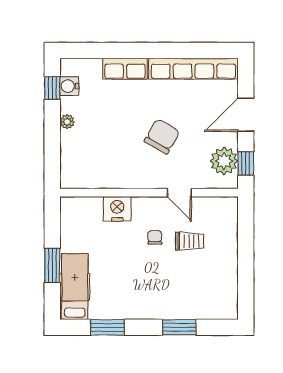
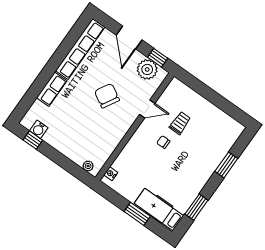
plant: (67, 122) -> (88, 166), moved
nightstand: (117, 209) -> (111, 174), moved, width x0.53, depth x0.56

